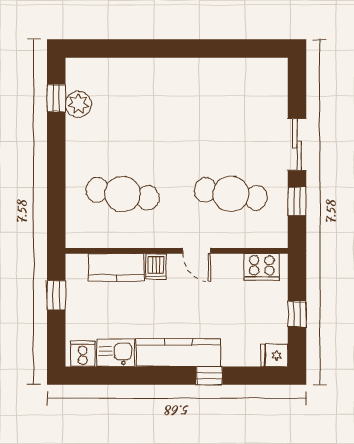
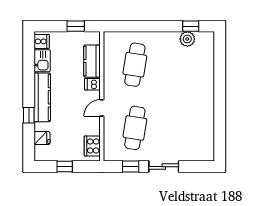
fridge: (274, 355) -> (42, 138), moved, turned 90

